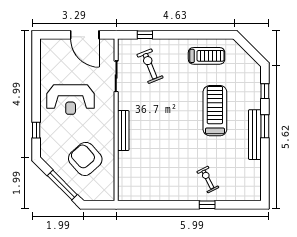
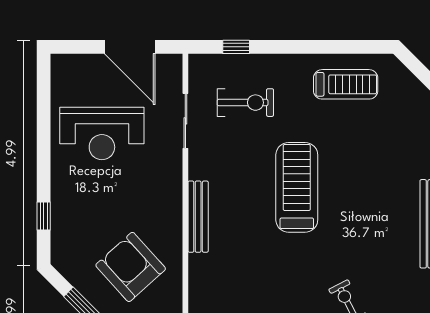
exercise bike: (150, 66) -> (245, 103), turned 112
reception desk: (71, 100) -> (102, 133), moved
treadmill: (215, 111) -> (297, 187), moved

